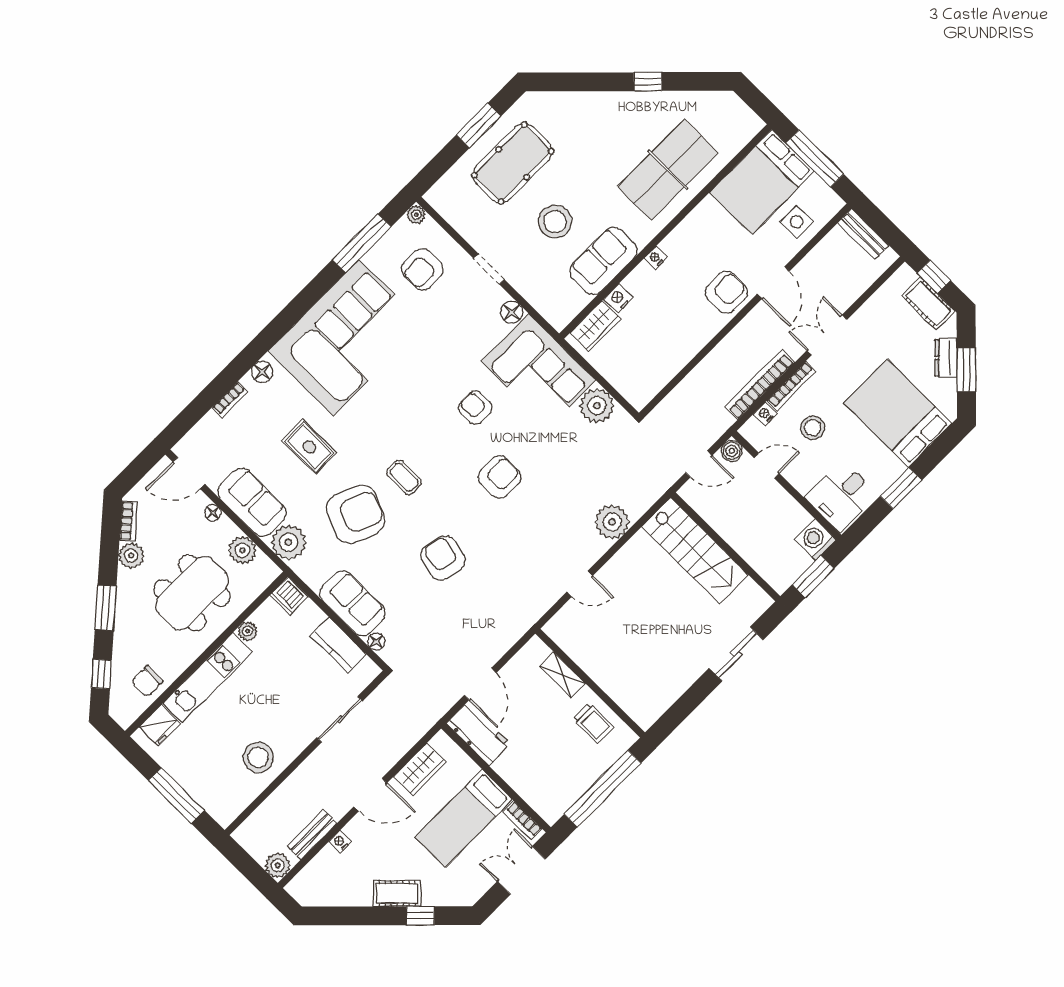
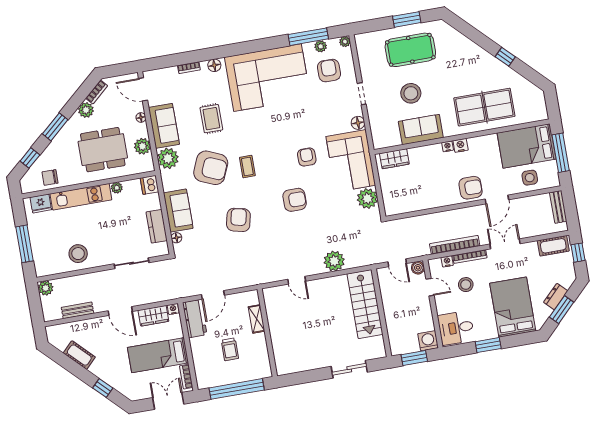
plant: (388, 244) -> (321, 46), added
armchair: (422, 269) -> (329, 71), turned 90
nightstand: (618, 298) -> (461, 145), moved
cot: (928, 303) -> (553, 246), moved, turned 90
trolley: (593, 723) -> (230, 349), moved
nightstand: (340, 842) -> (173, 309), moved
plant: (278, 865) -> (46, 288), moved
cot: (397, 893) -> (79, 355), moved

